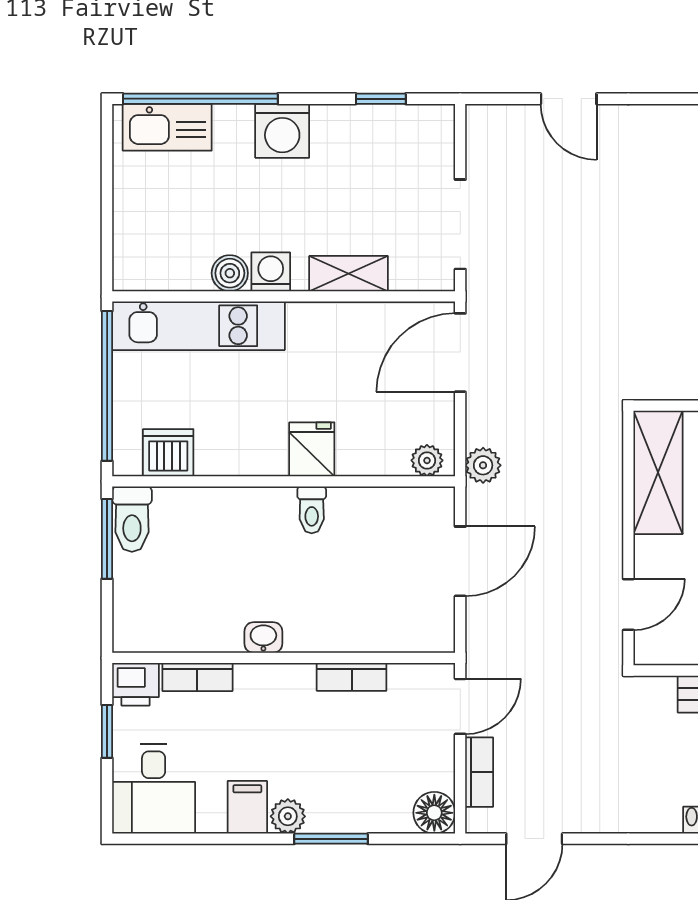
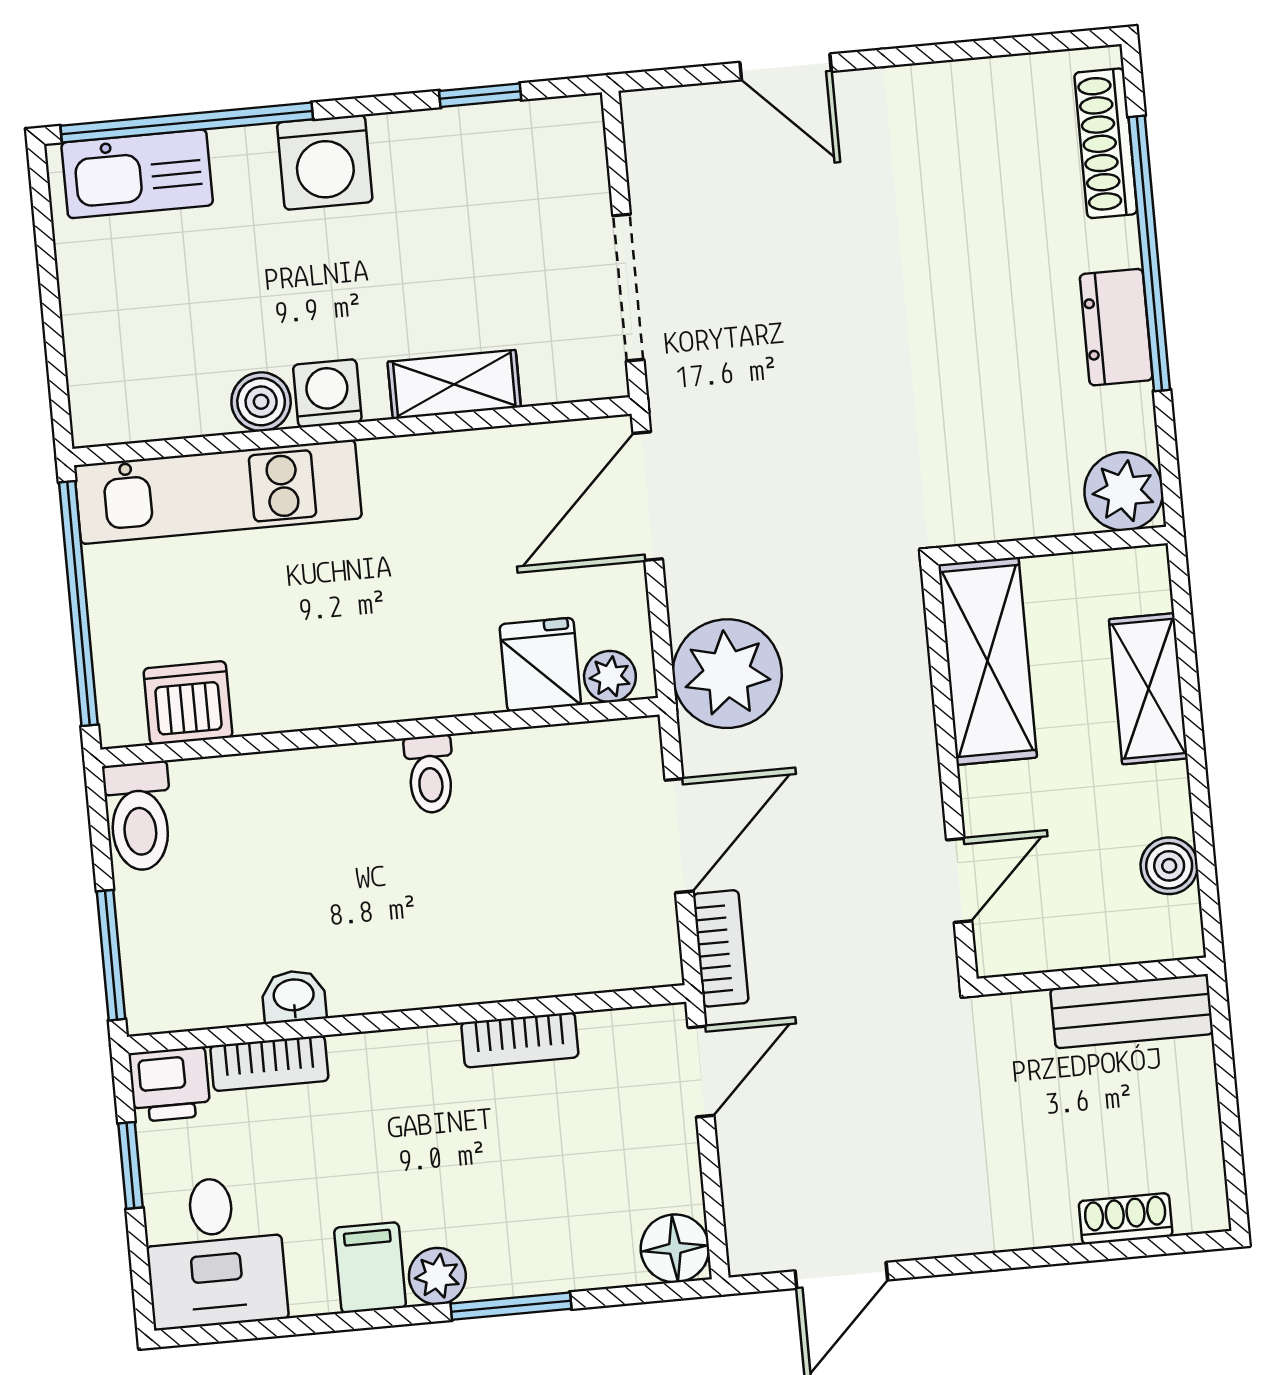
fridge: (312, 449) -> (540, 665), moved
plant: (483, 465) -> (727, 674), width x1.88, depth x1.88
window: (107, 539) -> (111, 955), moved
washbasin: (263, 638) -> (294, 996), moved
bookcase: (479, 772) -> (721, 948), moved

